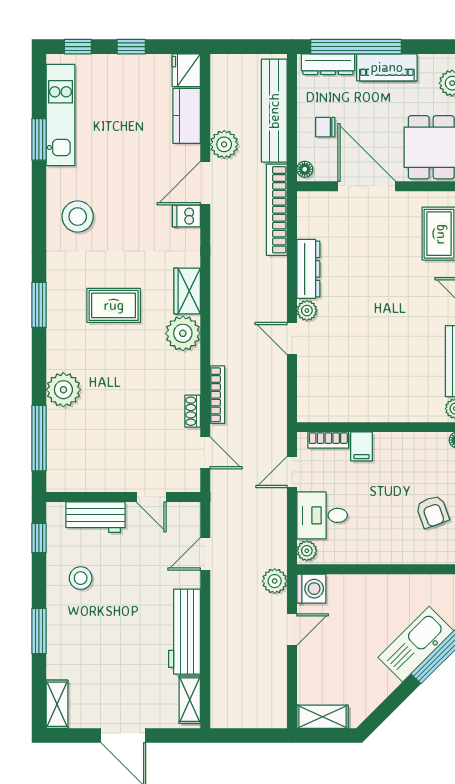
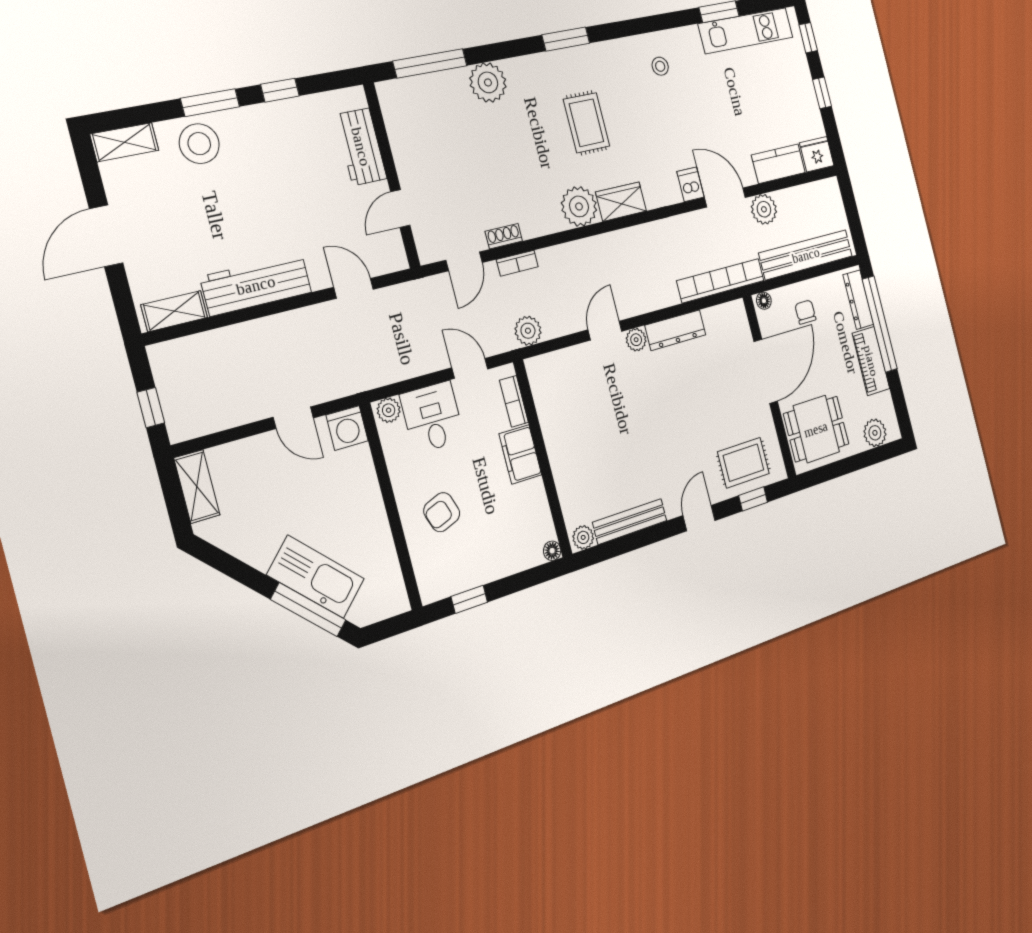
stool: (78, 217) -> (660, 66), width x0.53, depth x0.53
bookcase: (217, 395) -> (517, 263), width x0.64
filing cabinet: (362, 446) -> (520, 454), width x2.00
armchair: (433, 512) -> (442, 512), moved
window: (39, 538) -> (280, 90), moved
stool: (81, 578) -> (199, 144), moved, width x1.38, depth x1.38
plant: (275, 581) -> (528, 331), moved
window: (256, 735) -> (151, 408), added

